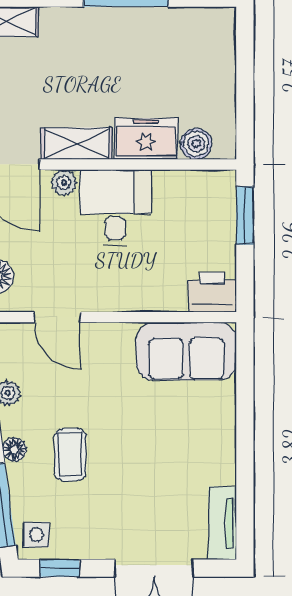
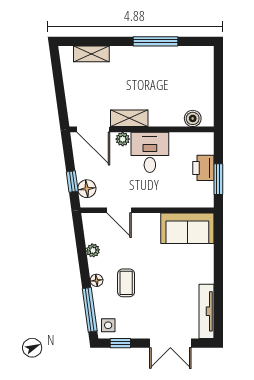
freezer: (146, 139) -> (166, 116), removed
window: (245, 216) -> (218, 179), moved
printer: (212, 292) -> (203, 168), moved, turned -90
tv unit: (222, 523) -> (207, 311), width x1.41

